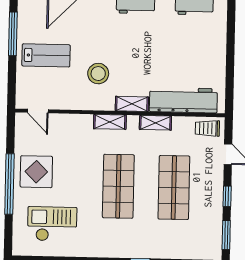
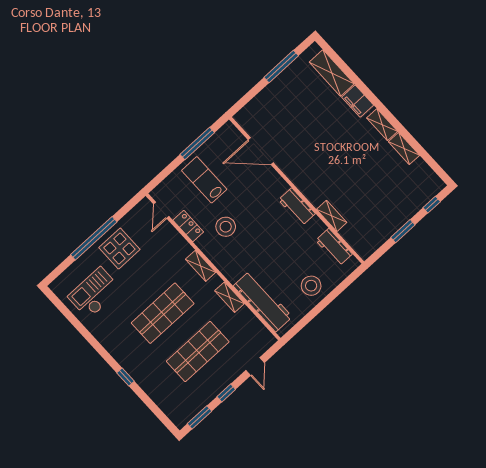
stool: (207, 51) -> (311, 286), added
lab bench: (46, 55) -> (204, 180), turned 180
locker: (70, 102) -> (188, 226), added
shelving: (132, 104) -> (227, 269), removed
trolley: (207, 128) -> (259, 336), removed
checkout: (52, 224) -> (94, 293), turned -90

